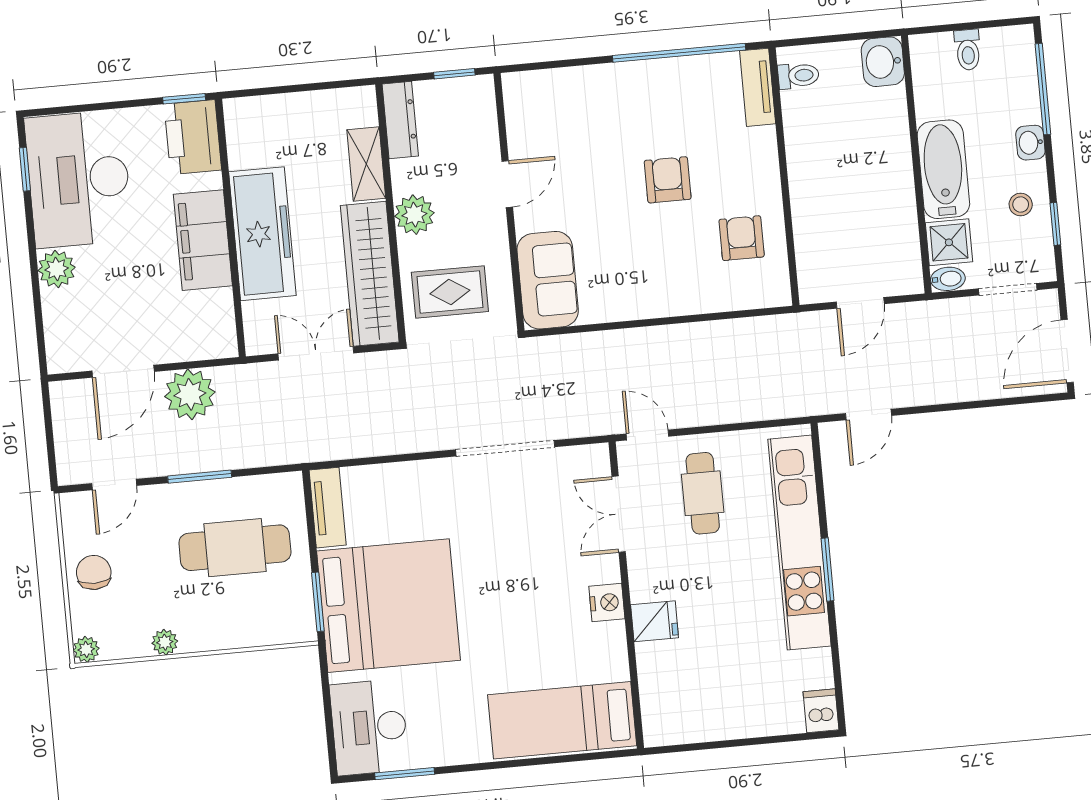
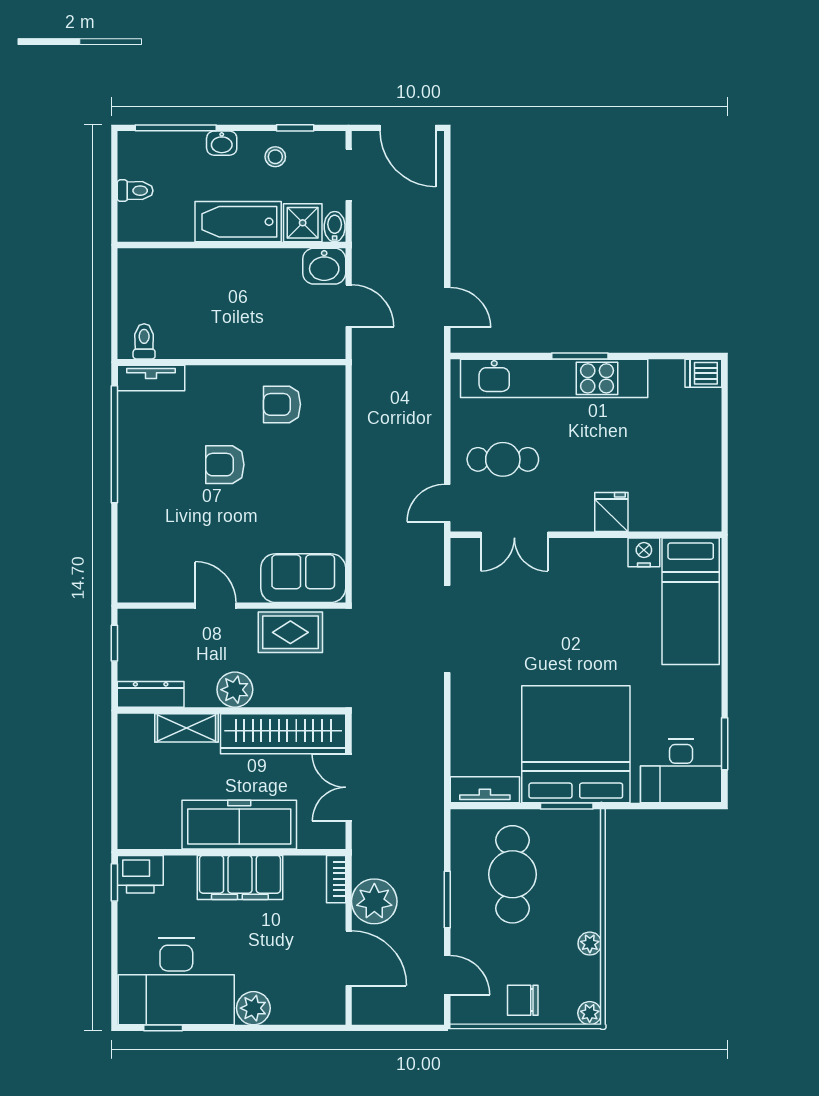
washbasin: (883, 62) -> (324, 266), moved
printer: (193, 137) -> (140, 874), width x0.73, depth x0.84
rug: (450, 292) -> (290, 632), moved, turned 90
bookcase: (211, 349) -> (336, 879), added
nightstand: (607, 603) -> (644, 552), moved

